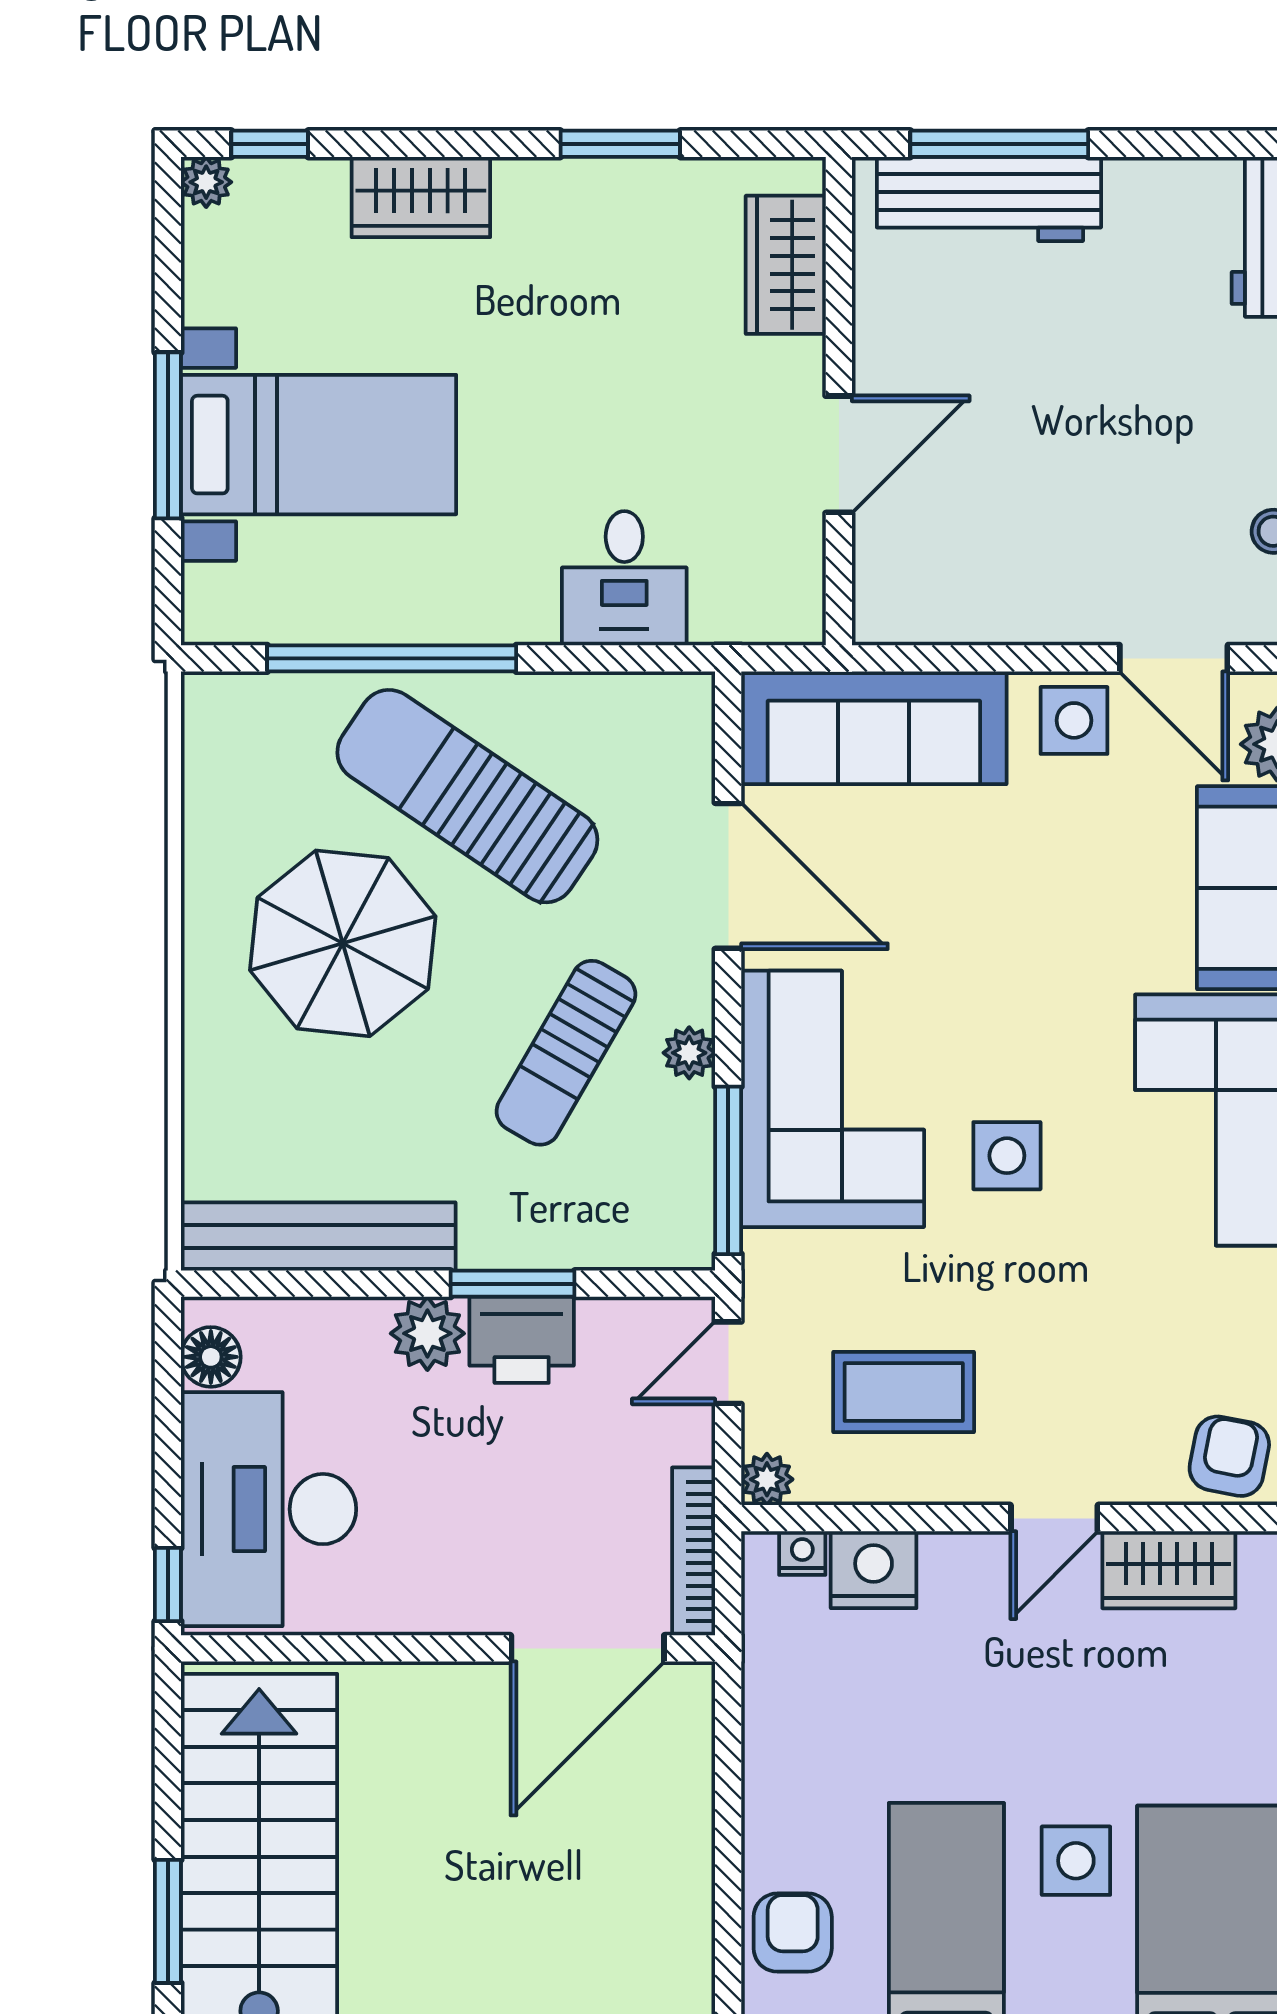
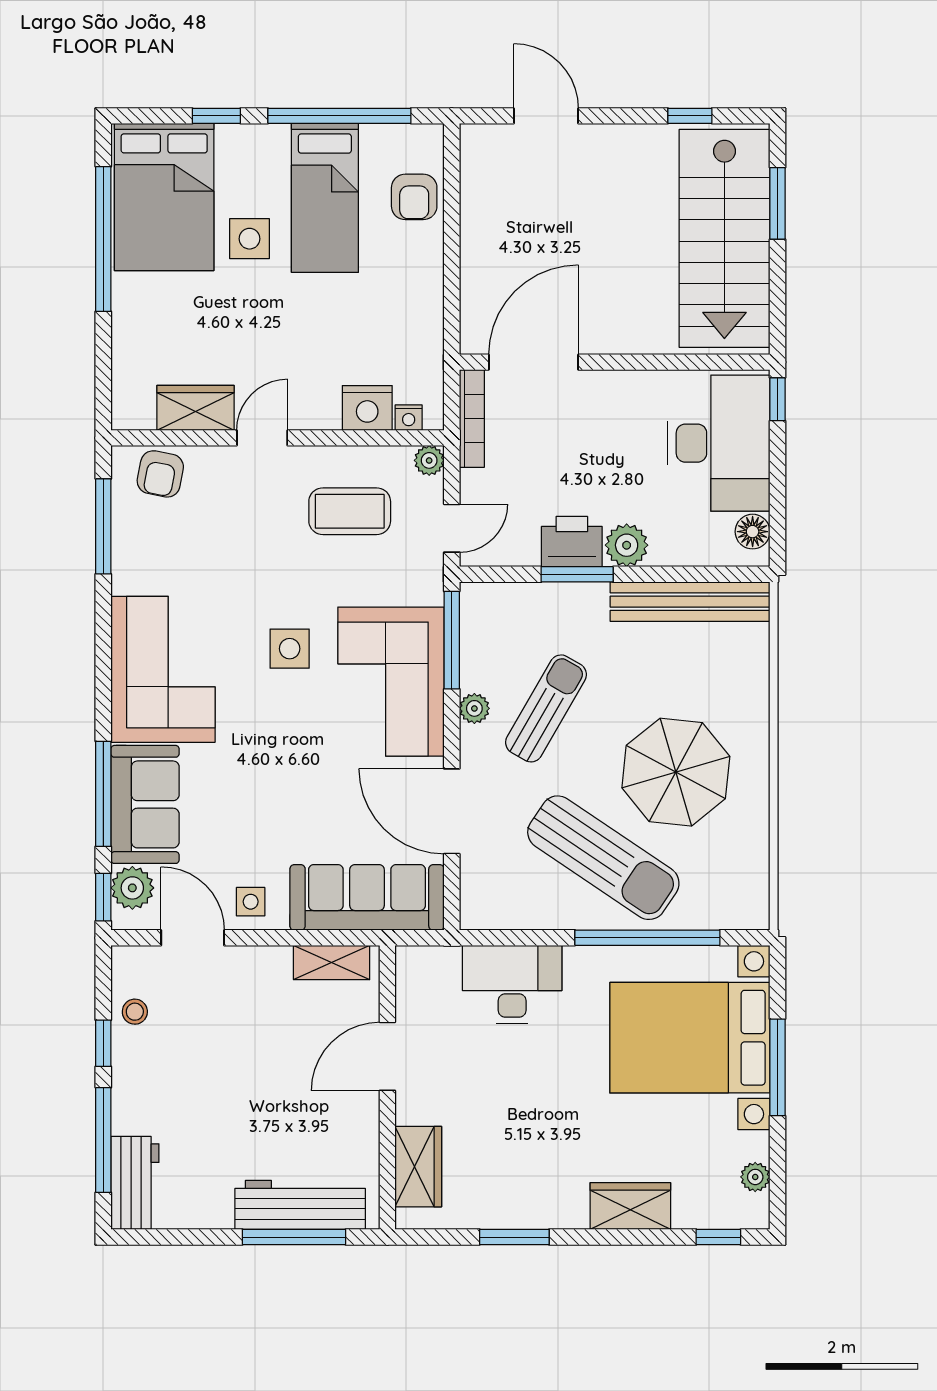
plant: (206, 182) -> (755, 1177), moved
bed with nightstands: (319, 445) -> (690, 1038), width x1.36
desk: (624, 578) -> (512, 984), width x1.37
shelving: (935, 616) -> (332, 963), added
side table: (1074, 720) -> (251, 902), width x0.73, depth x0.73

